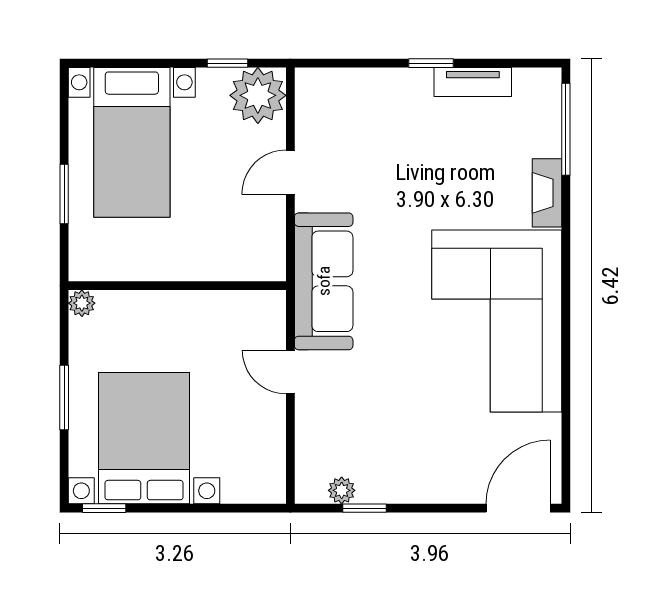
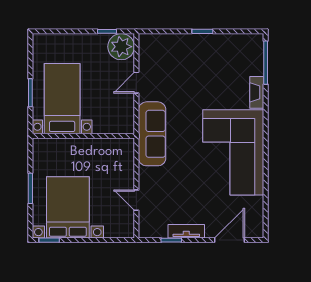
tv unit: (473, 82) -> (186, 231), moved, turned 180
bed with nightstands: (132, 142) -> (62, 99), moved, turned 180
plant: (82, 303) -> (39, 144), removed
door: (290, 372) -> (136, 200), moved
plant: (342, 490) -> (160, 232), removed
door: (518, 508) -> (230, 240), moved

